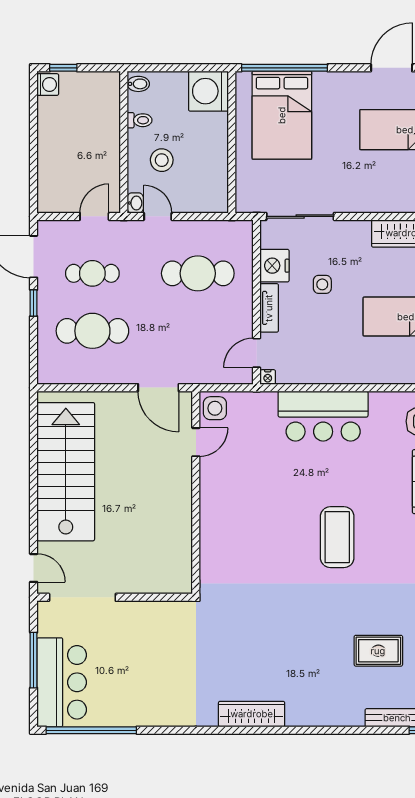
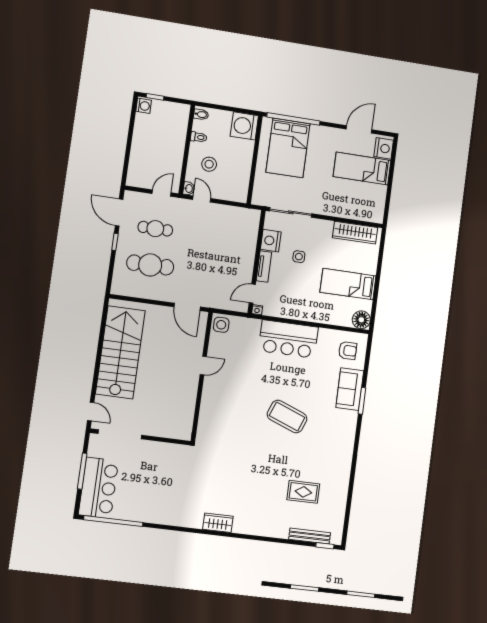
cafe table: (198, 273) -> (222, 238), removed
door: (196, 442) -> (203, 366), moved
coffee table: (337, 537) -> (287, 417), turned -69
wardrobe: (252, 714) -> (218, 523), width x0.67

